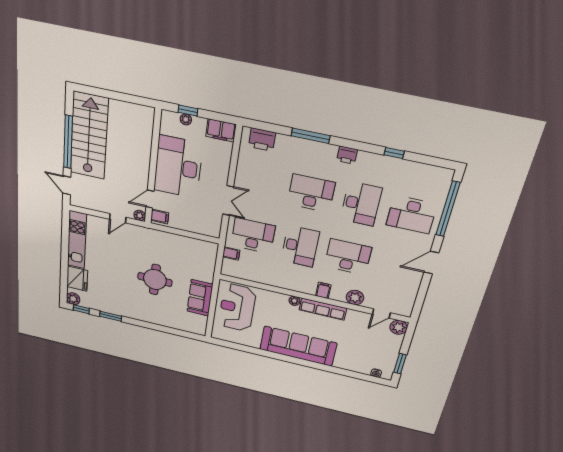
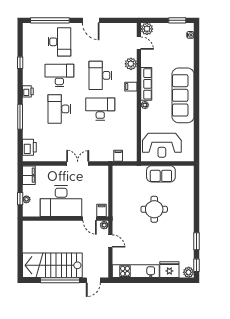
desk: (253, 236) -> (100, 143), removed

